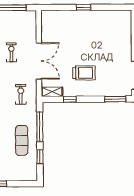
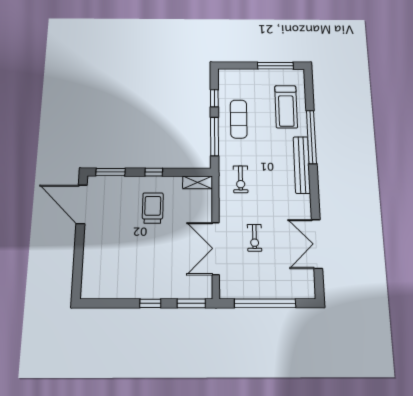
window: (55, 7) -> (191, 303), added
double door: (39, 61) -> (216, 248), moved
trolley: (84, 73) -> (153, 208), turned 90
window: (70, 99) -> (154, 172), moved

